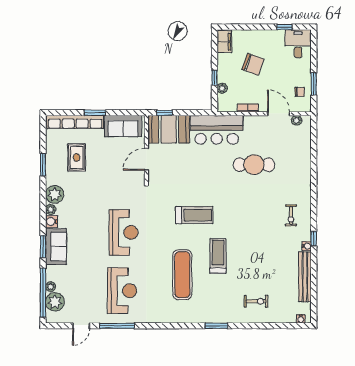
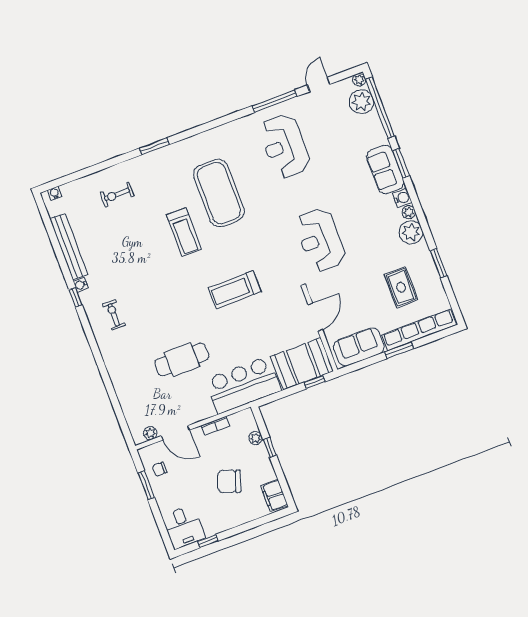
treadmill: (194, 215) -> (235, 290), moved
reception desk: (123, 232) -> (320, 240), moved
exercise mat: (182, 275) -> (219, 193), width x1.47
plant: (51, 287) -> (359, 80), moved

